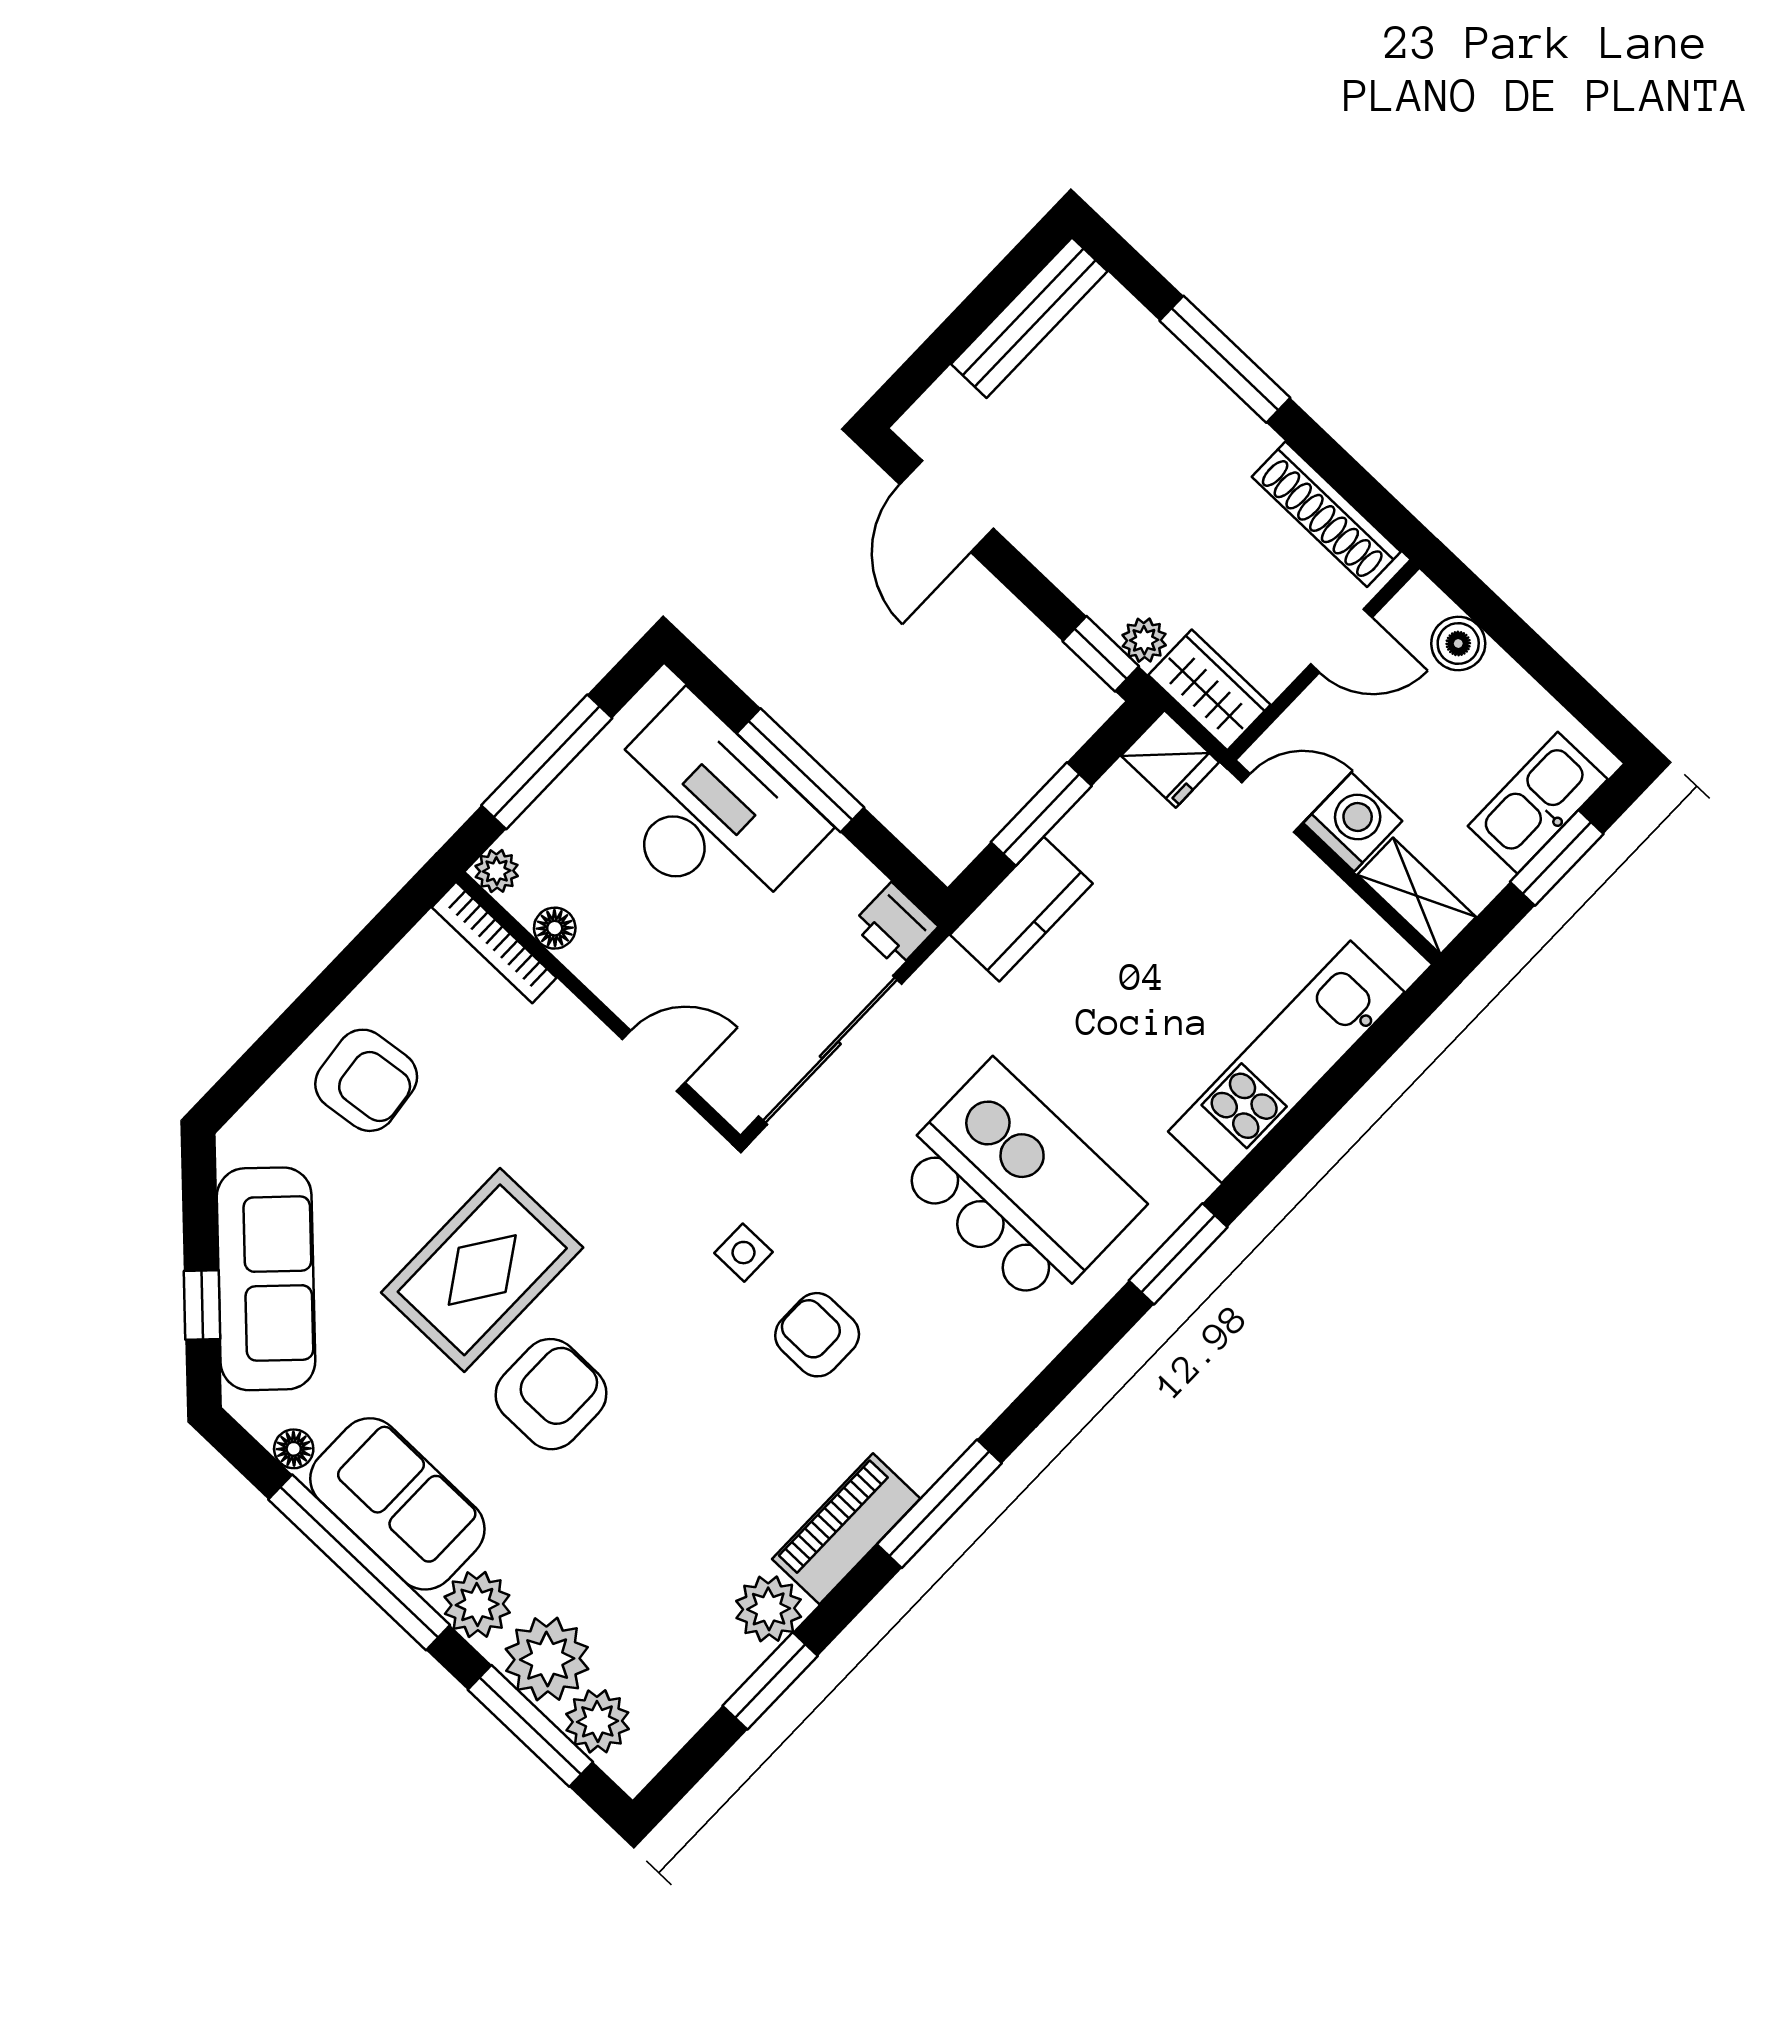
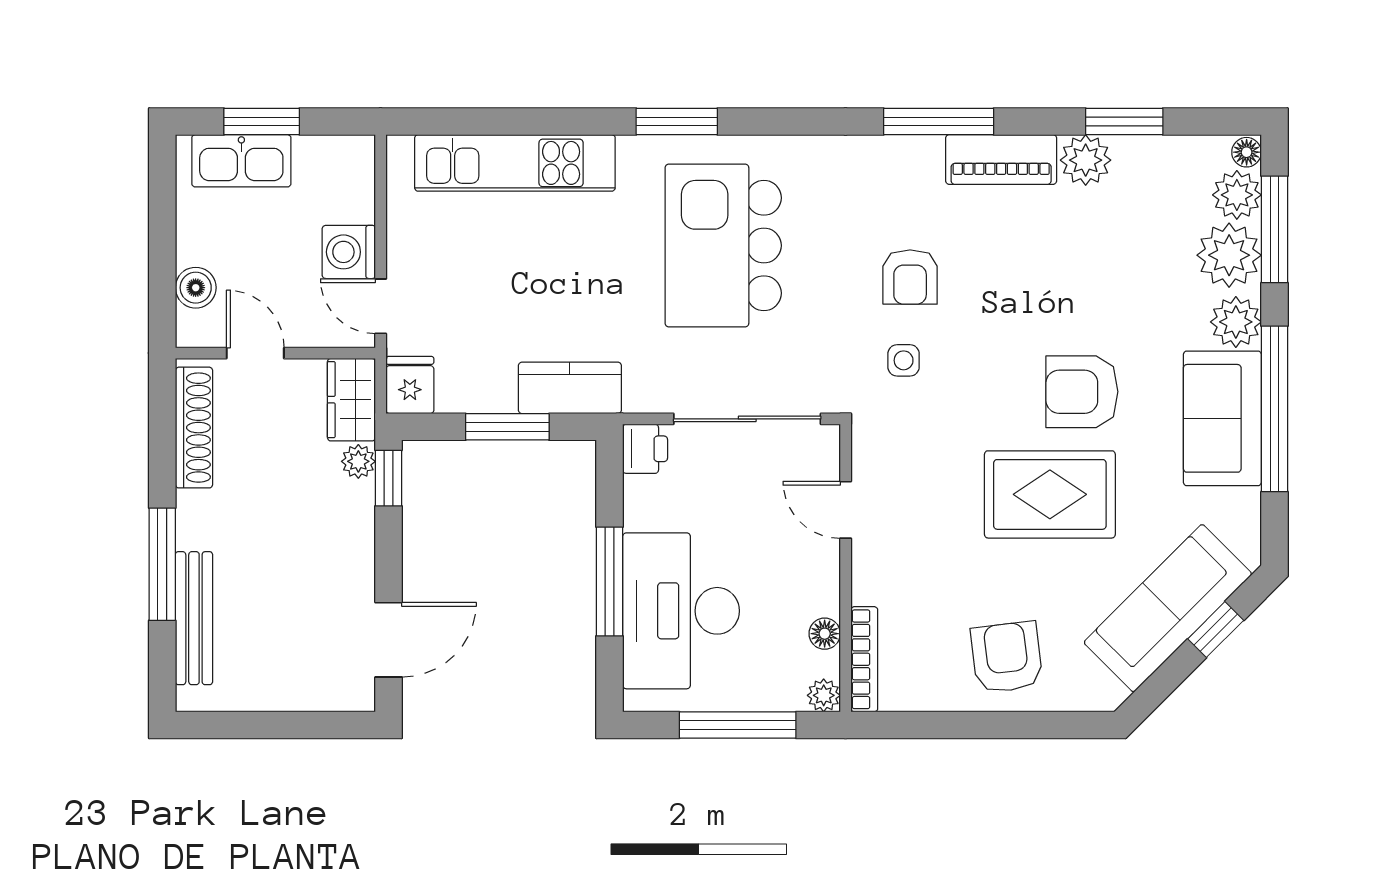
bench: (1029, 318) -> (194, 618), moved, turned 90
shelving: (1417, 896) -> (356, 178), removed
floor lamp: (294, 1449) -> (1247, 152), moved

